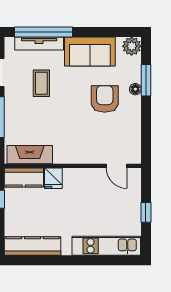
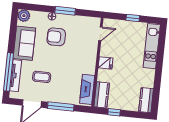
window: (146, 80) -> (65, 11), moved
fridge: (53, 178) -> (106, 63), moved
kitchen counter: (32, 246) -> (146, 100), width x0.67

